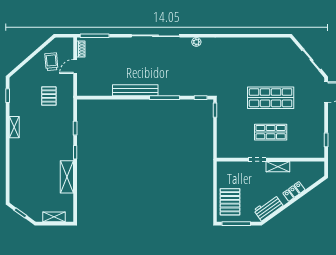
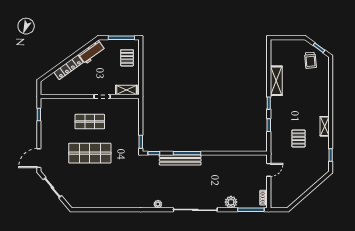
plant: (116, 44) -> (231, 202), added
trolley: (51, 62) -> (310, 60), moved
door: (75, 66) -> (269, 170), moved
bench: (135, 90) -> (180, 160), moved
pallet: (49, 96) -> (299, 138), moved
shelving: (278, 167) -> (126, 90), moved
locker: (294, 191) -> (68, 67), width x1.53
pallet: (230, 202) -> (127, 58), width x0.67, depth x0.71
shelving: (54, 217) -> (288, 44), removed

